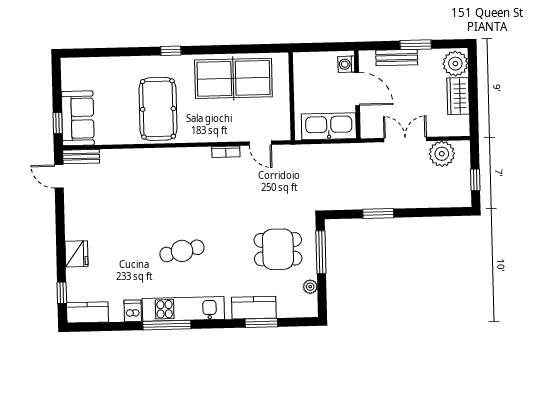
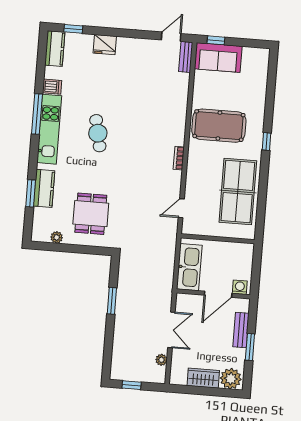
bookcase: (226, 152) -> (179, 158), moved
plant: (442, 154) -> (161, 360), width x0.53, depth x0.53
window: (321, 252) -> (85, 249), removed

